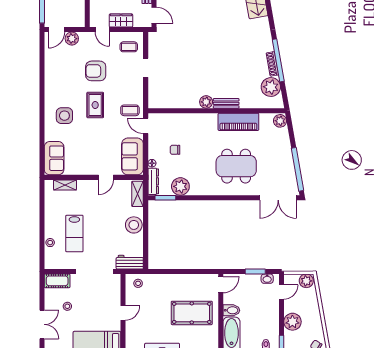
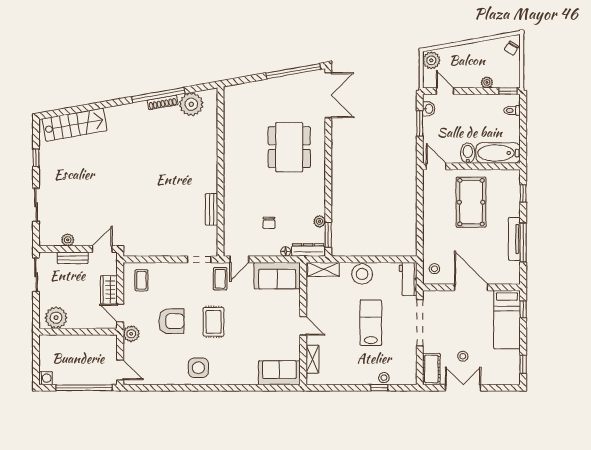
door: (102, 30) -> (120, 313), swing flipped
plant: (72, 39) -> (131, 334), moved
doorway: (146, 68) -> (199, 259), moved
armchair: (96, 71) -> (171, 321), turned -90
plant: (206, 102) -> (210, 184), removed
bench: (226, 103) -> (211, 209), moved
rug: (95, 105) -> (214, 322), turned 90
side table: (64, 116) -> (198, 368), moved
plant: (280, 121) -> (233, 93), removed
piano: (238, 122) -> (234, 144), removed
door: (106, 177) -> (303, 326), moved
plant: (180, 186) -> (319, 221), width x0.53, depth x0.53
lab bench: (74, 233) -> (371, 323), moved, turned -90
window: (42, 239) -> (379, 388), added
door: (123, 313) -> (471, 287), width x1.88
plant: (292, 322) -> (487, 82), width x0.53, depth x0.53
double door: (42, 324) -> (463, 388), moved

